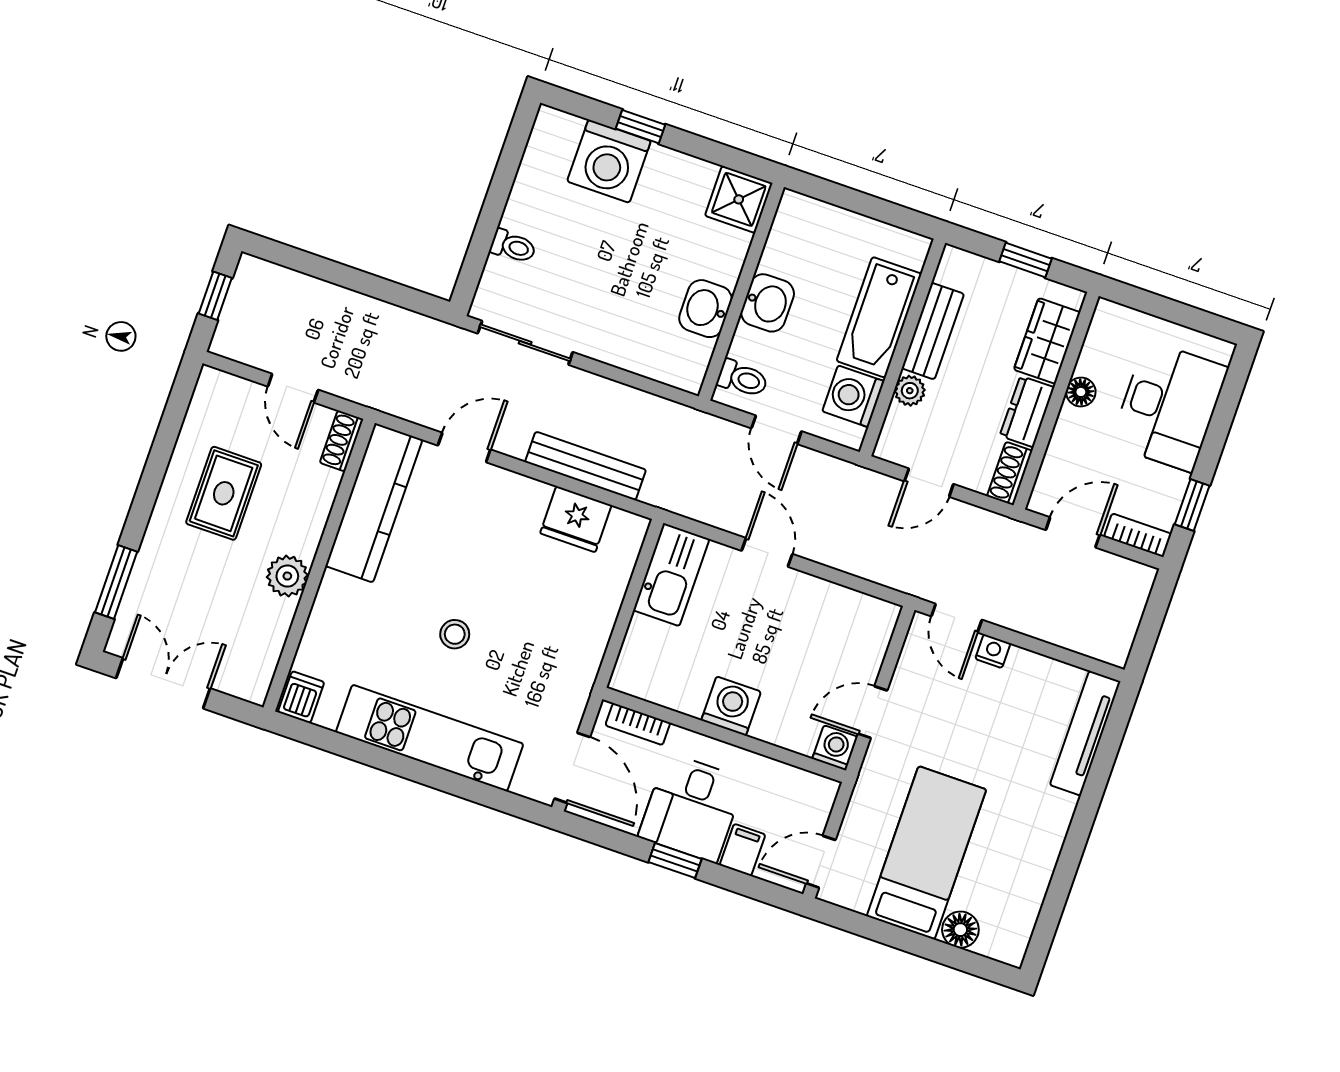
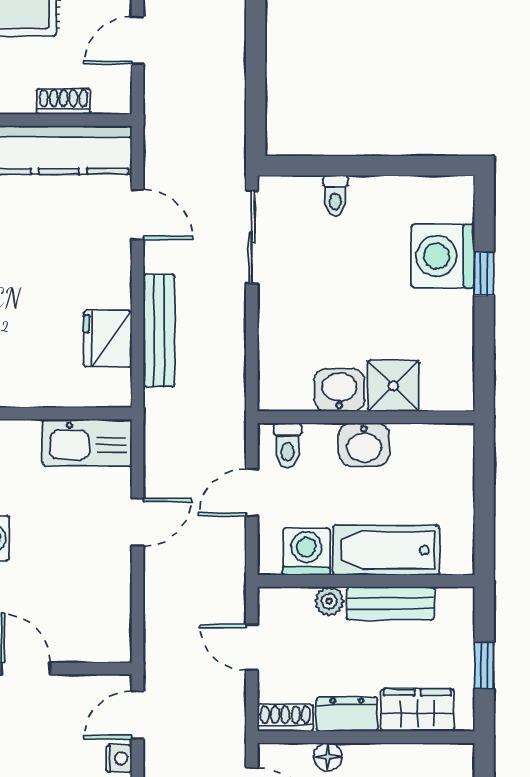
shower: (739, 199) -> (393, 386), moved
floor lamp: (1081, 392) -> (328, 757), moved
shoe rack: (342, 441) -> (64, 101), moved

